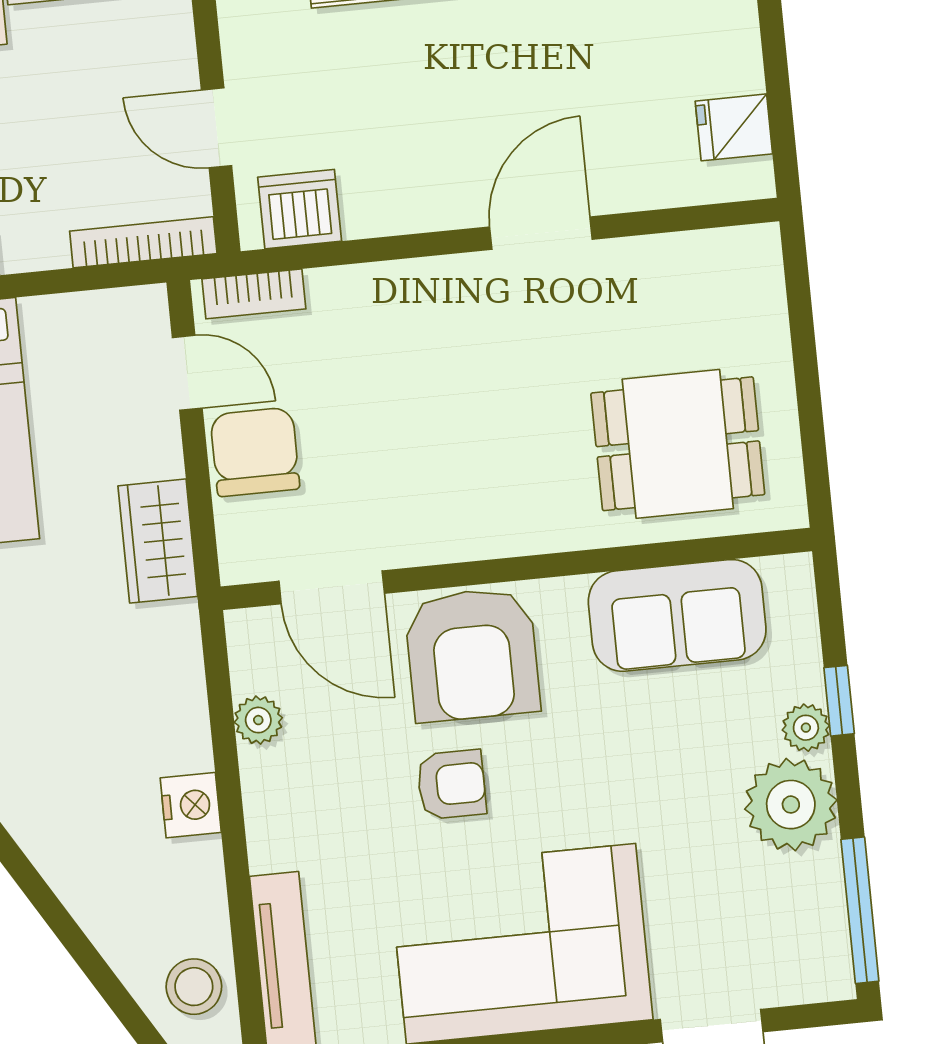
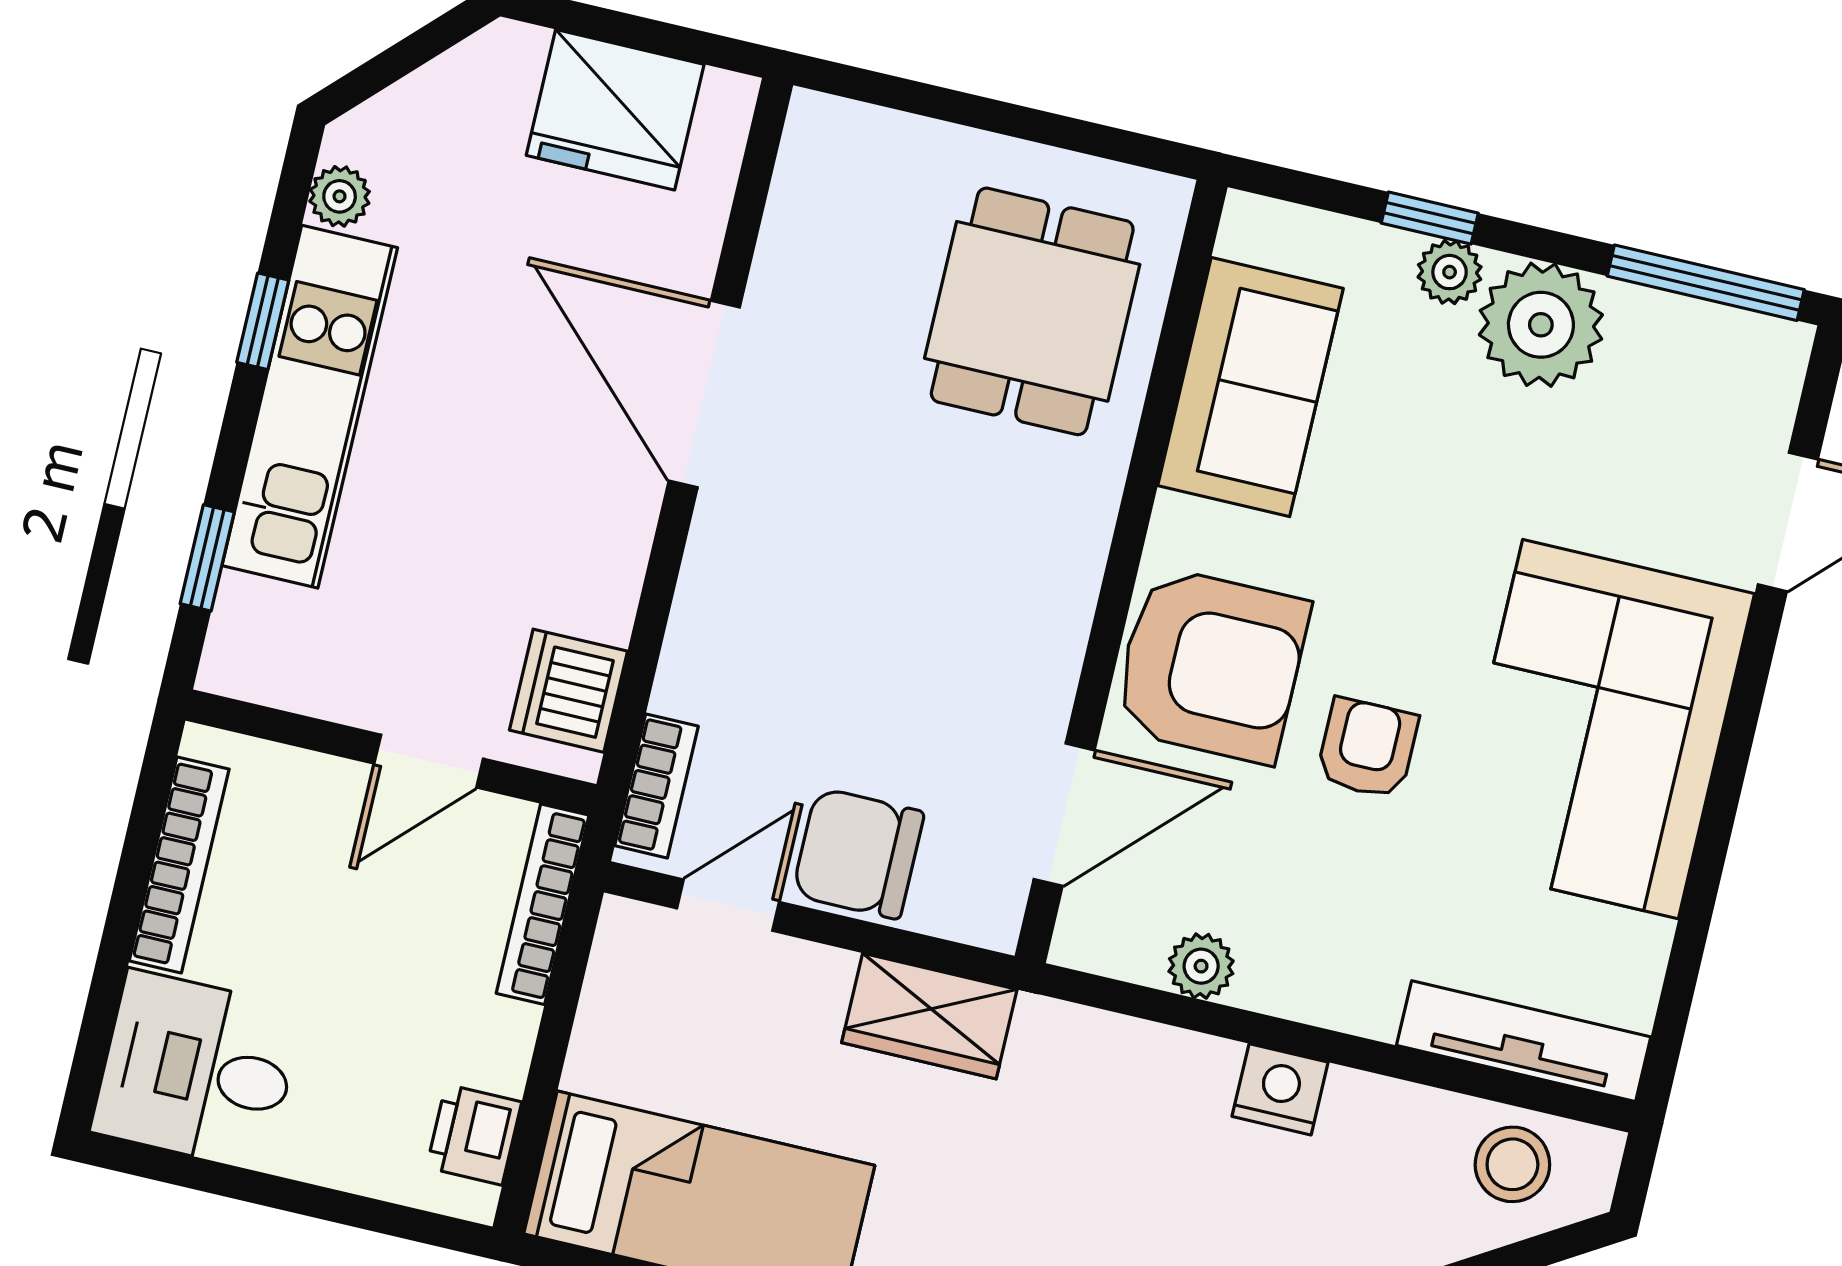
fridge: (734, 127) -> (615, 110), width x1.88, depth x1.34
door: (541, 233) -> (704, 394), width x1.36

